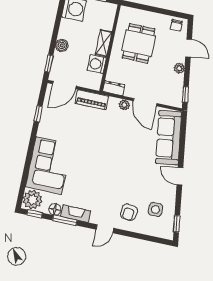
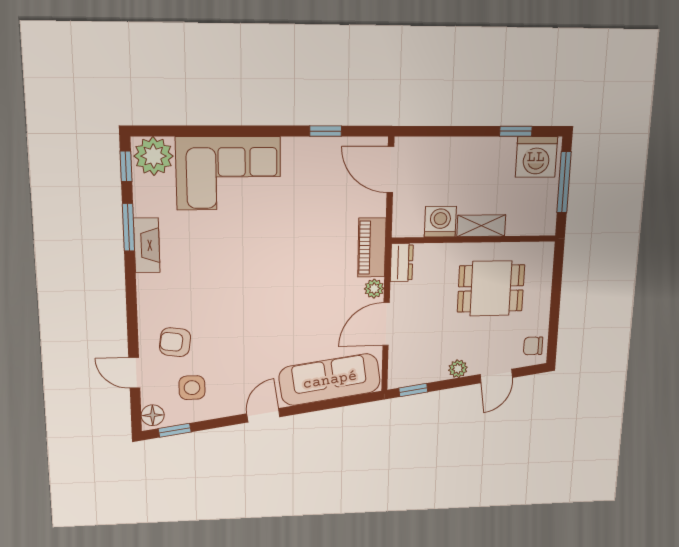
boiler: (62, 45) -> (464, 148), removed
window: (49, 63) -> (516, 131), moved
piano: (92, 100) -> (372, 248), moved
floor lamp: (55, 209) -> (153, 415), moved
door: (105, 229) -> (134, 373), moved

